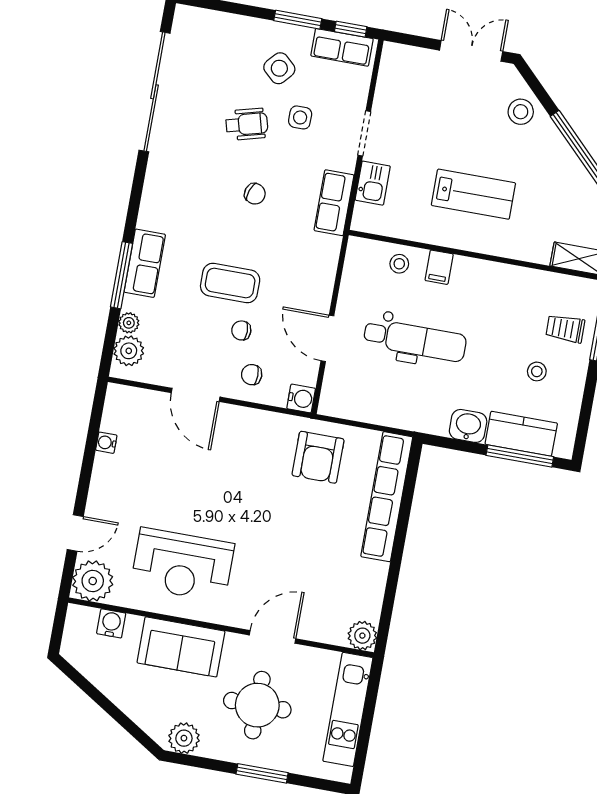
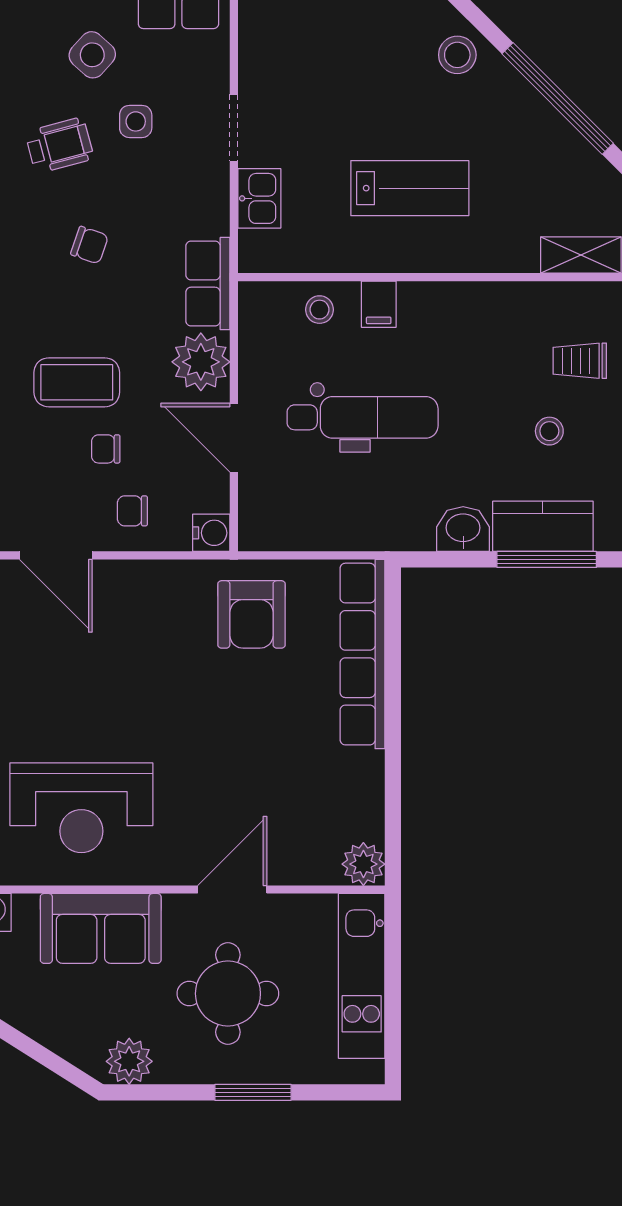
row of seats: (334, 203) -> (208, 284), moved
plant: (315, 284) -> (201, 362), added

